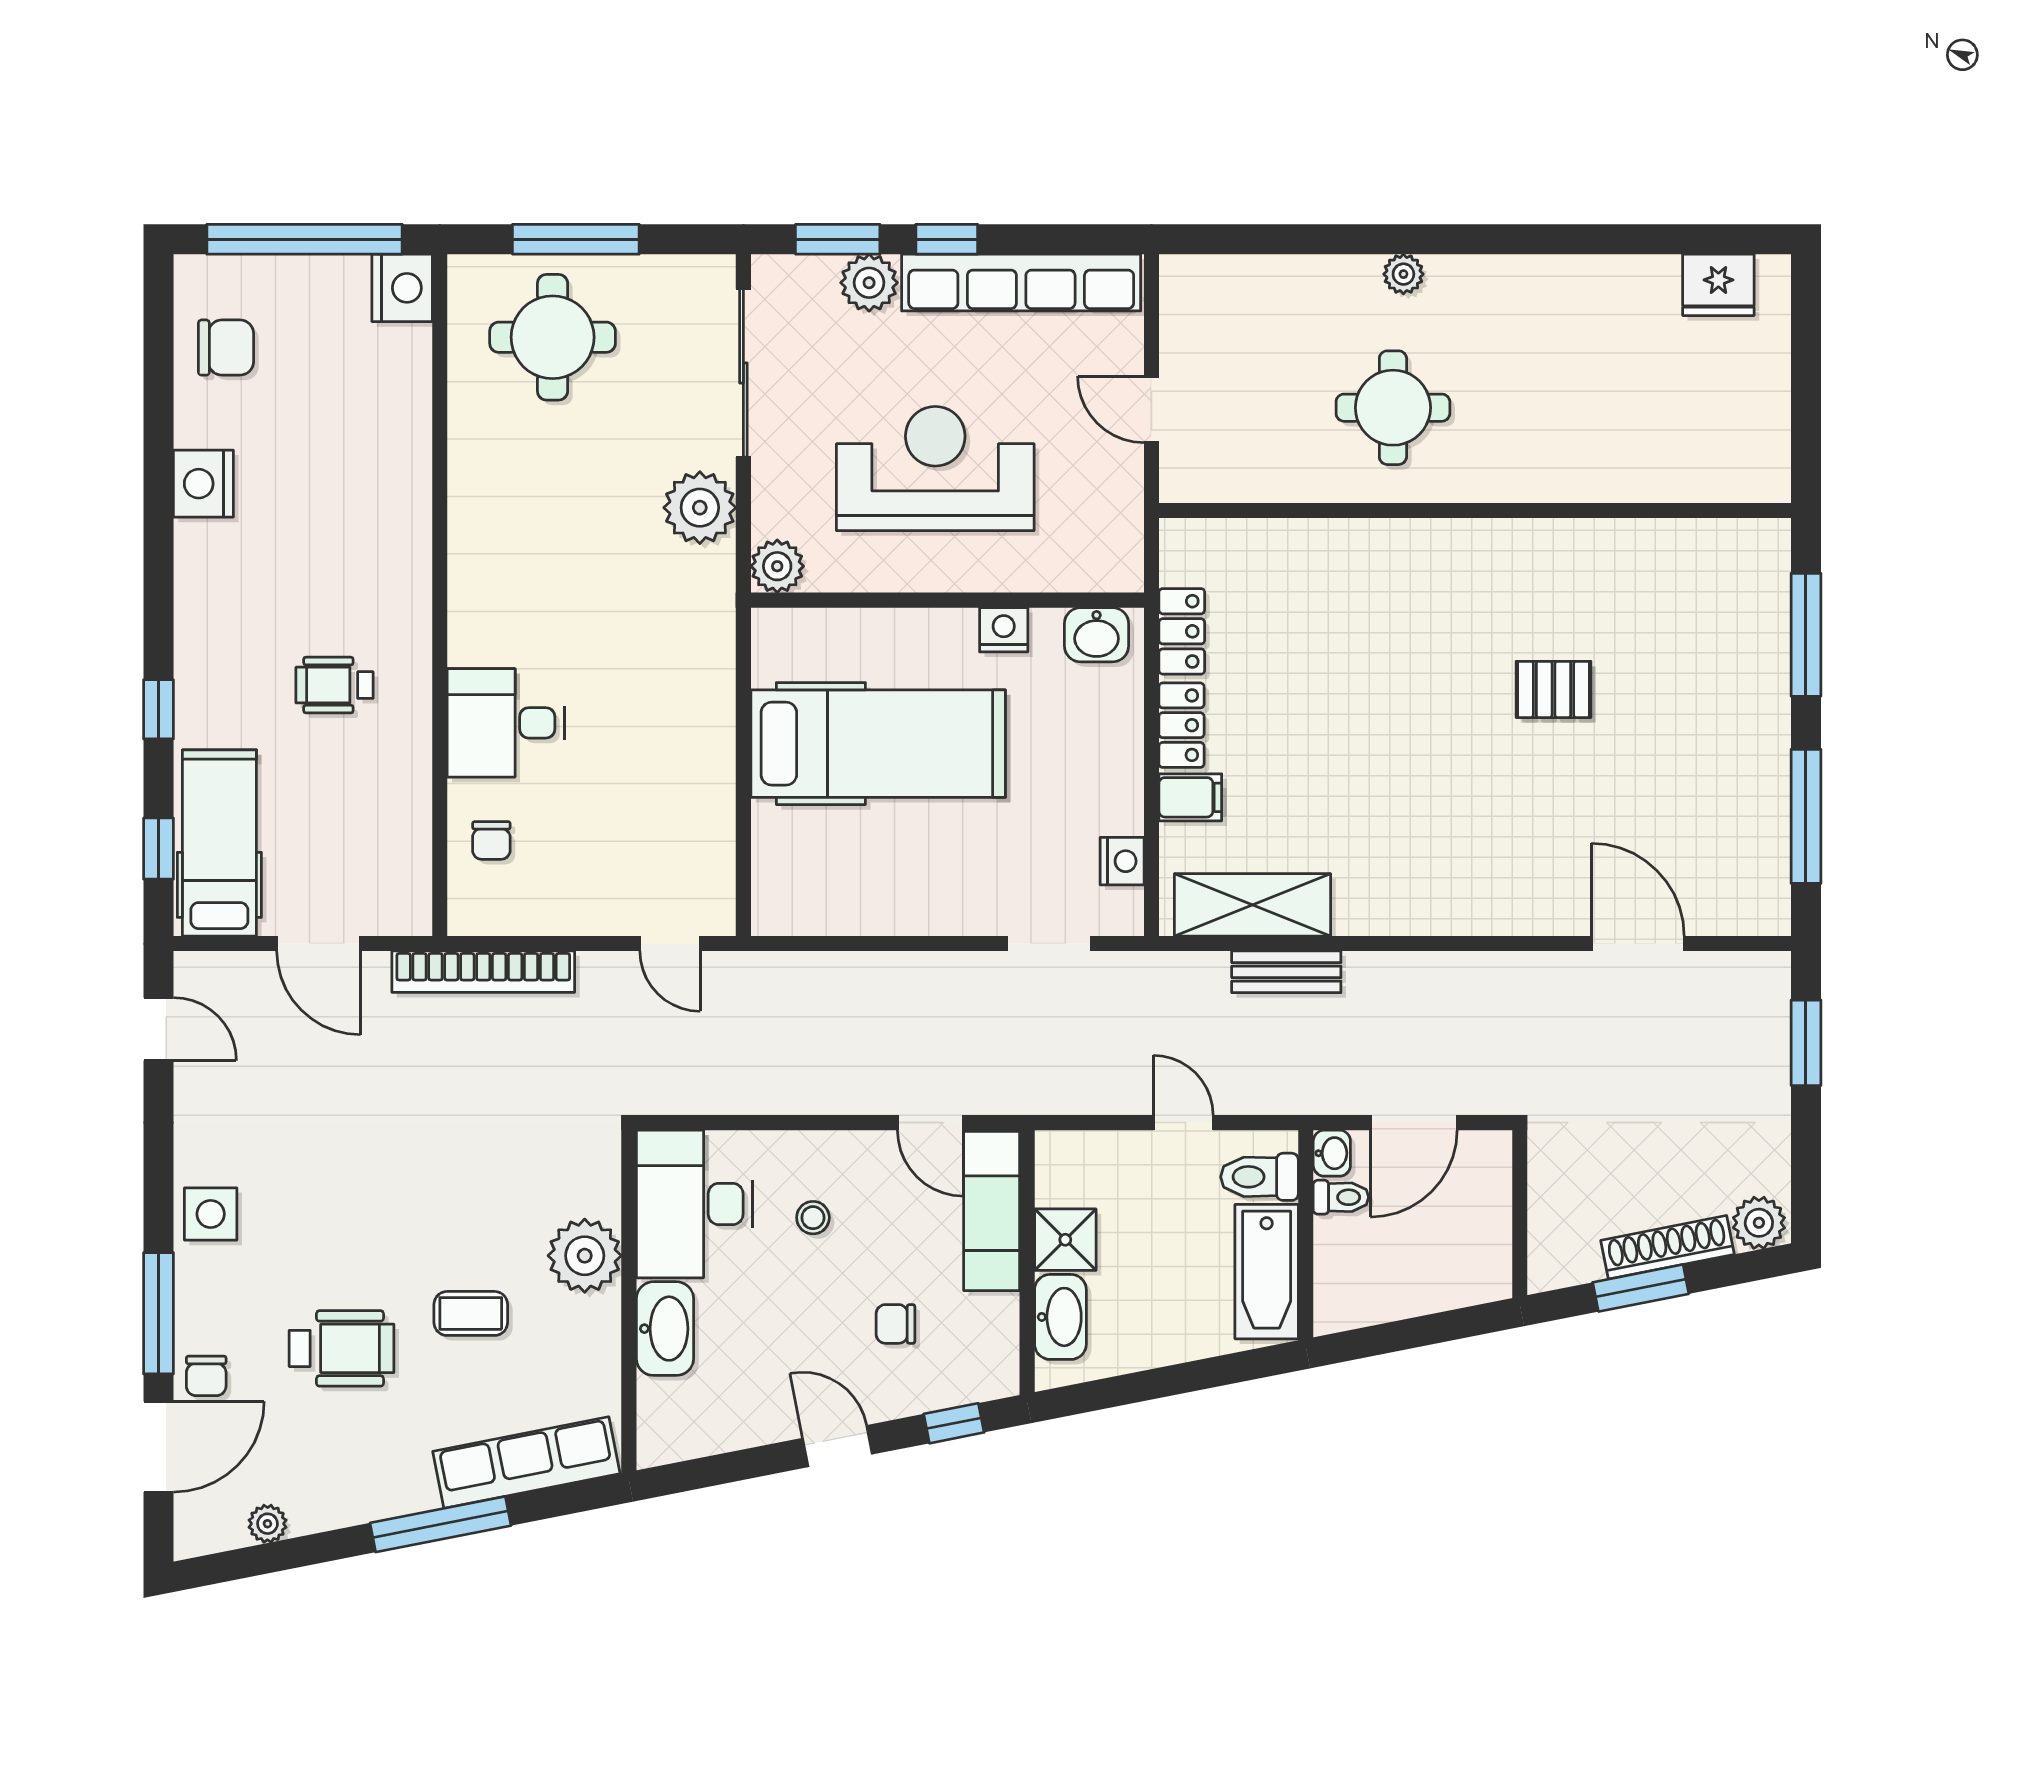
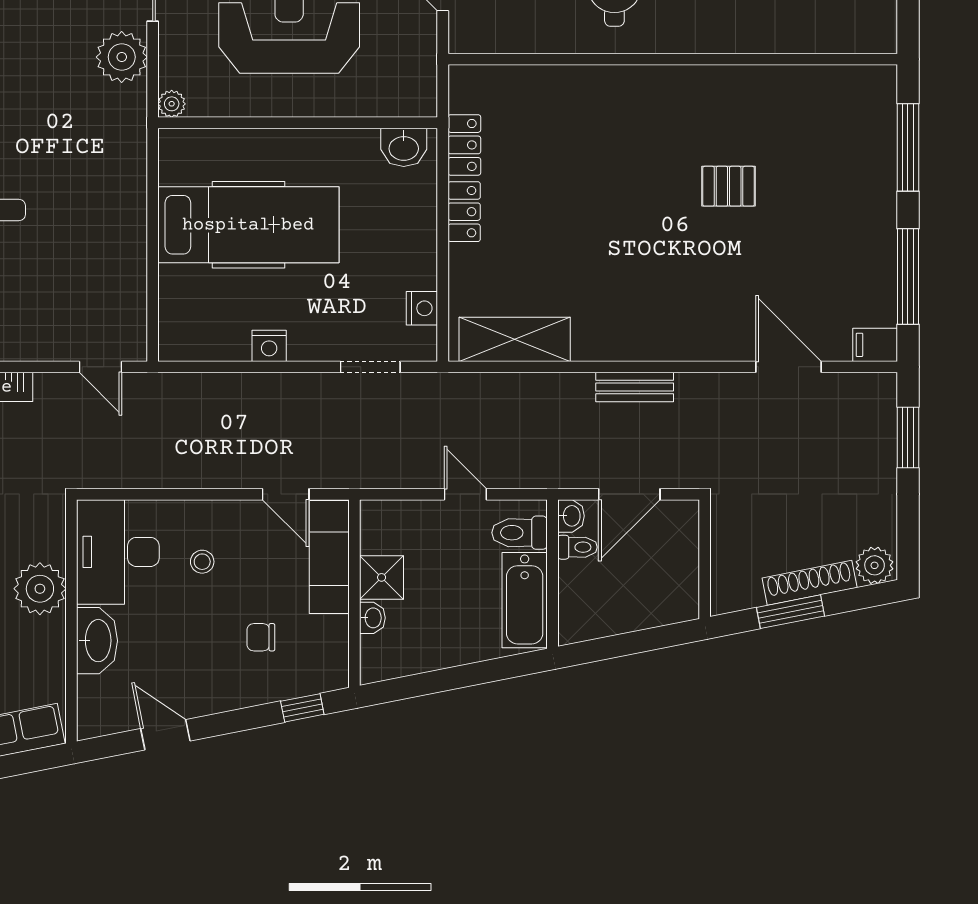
plant: (777, 566) -> (172, 104), width x0.73, depth x0.73
nightstand: (1004, 630) -> (269, 346), moved, turned 180
filing cabinet: (1190, 797) -> (875, 345), moved, turned 180
bench: (1286, 972) -> (635, 387), moved
washbasin: (1060, 1317) -> (372, 618), width x0.52, depth x0.69
door: (837, 1446) -> (165, 735), moved

